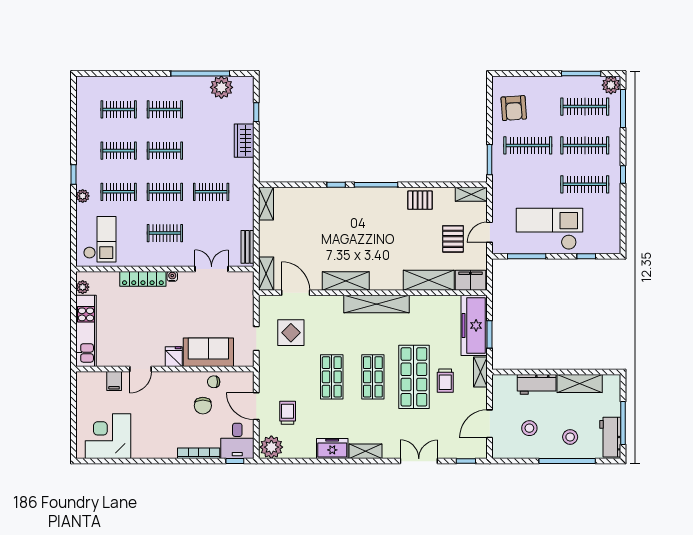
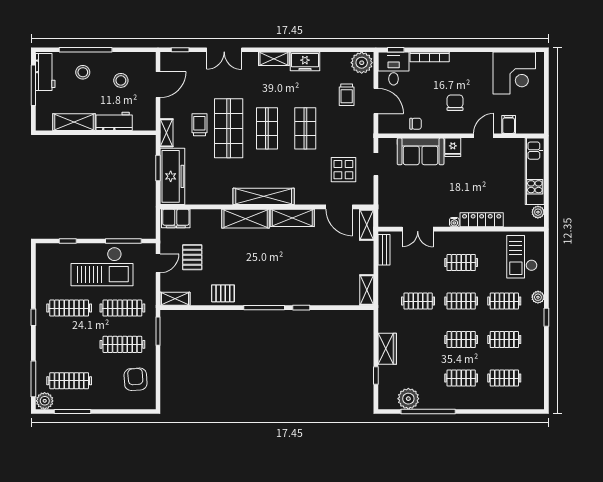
clothes rail: (585, 145) -> (122, 308), moved
shelving: (429, 280) -> (246, 219), moved
chair: (203, 406) -> (455, 103), moved

